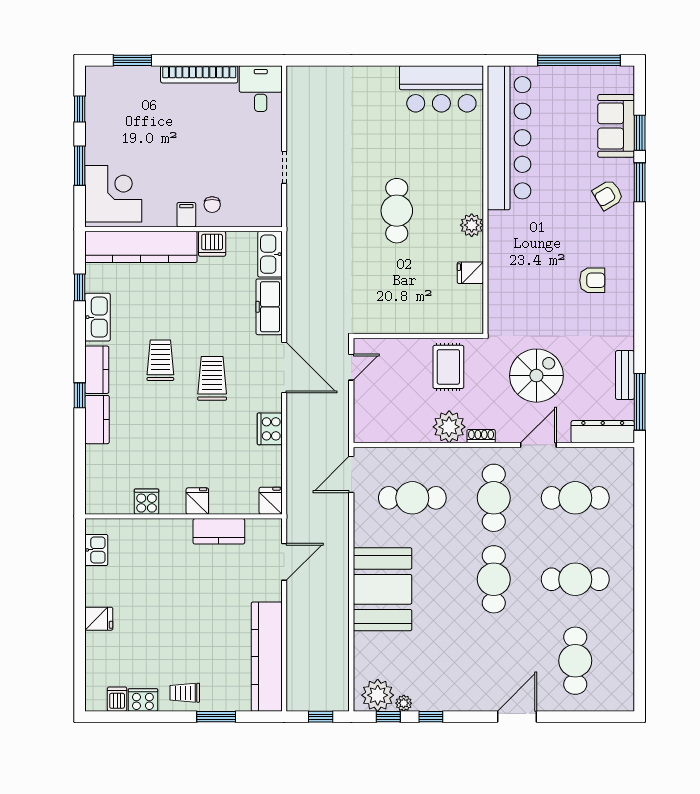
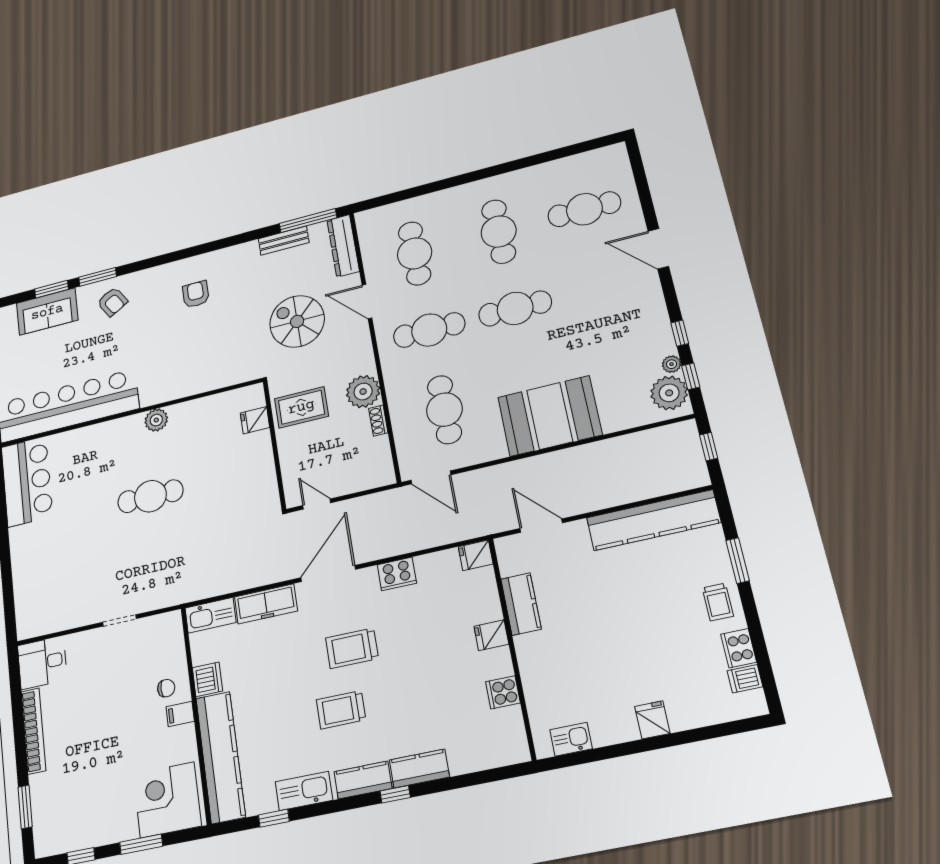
fridge: (470, 273) -> (255, 420), moved, turned 90
shoe rack: (481, 436) -> (378, 421), moved

